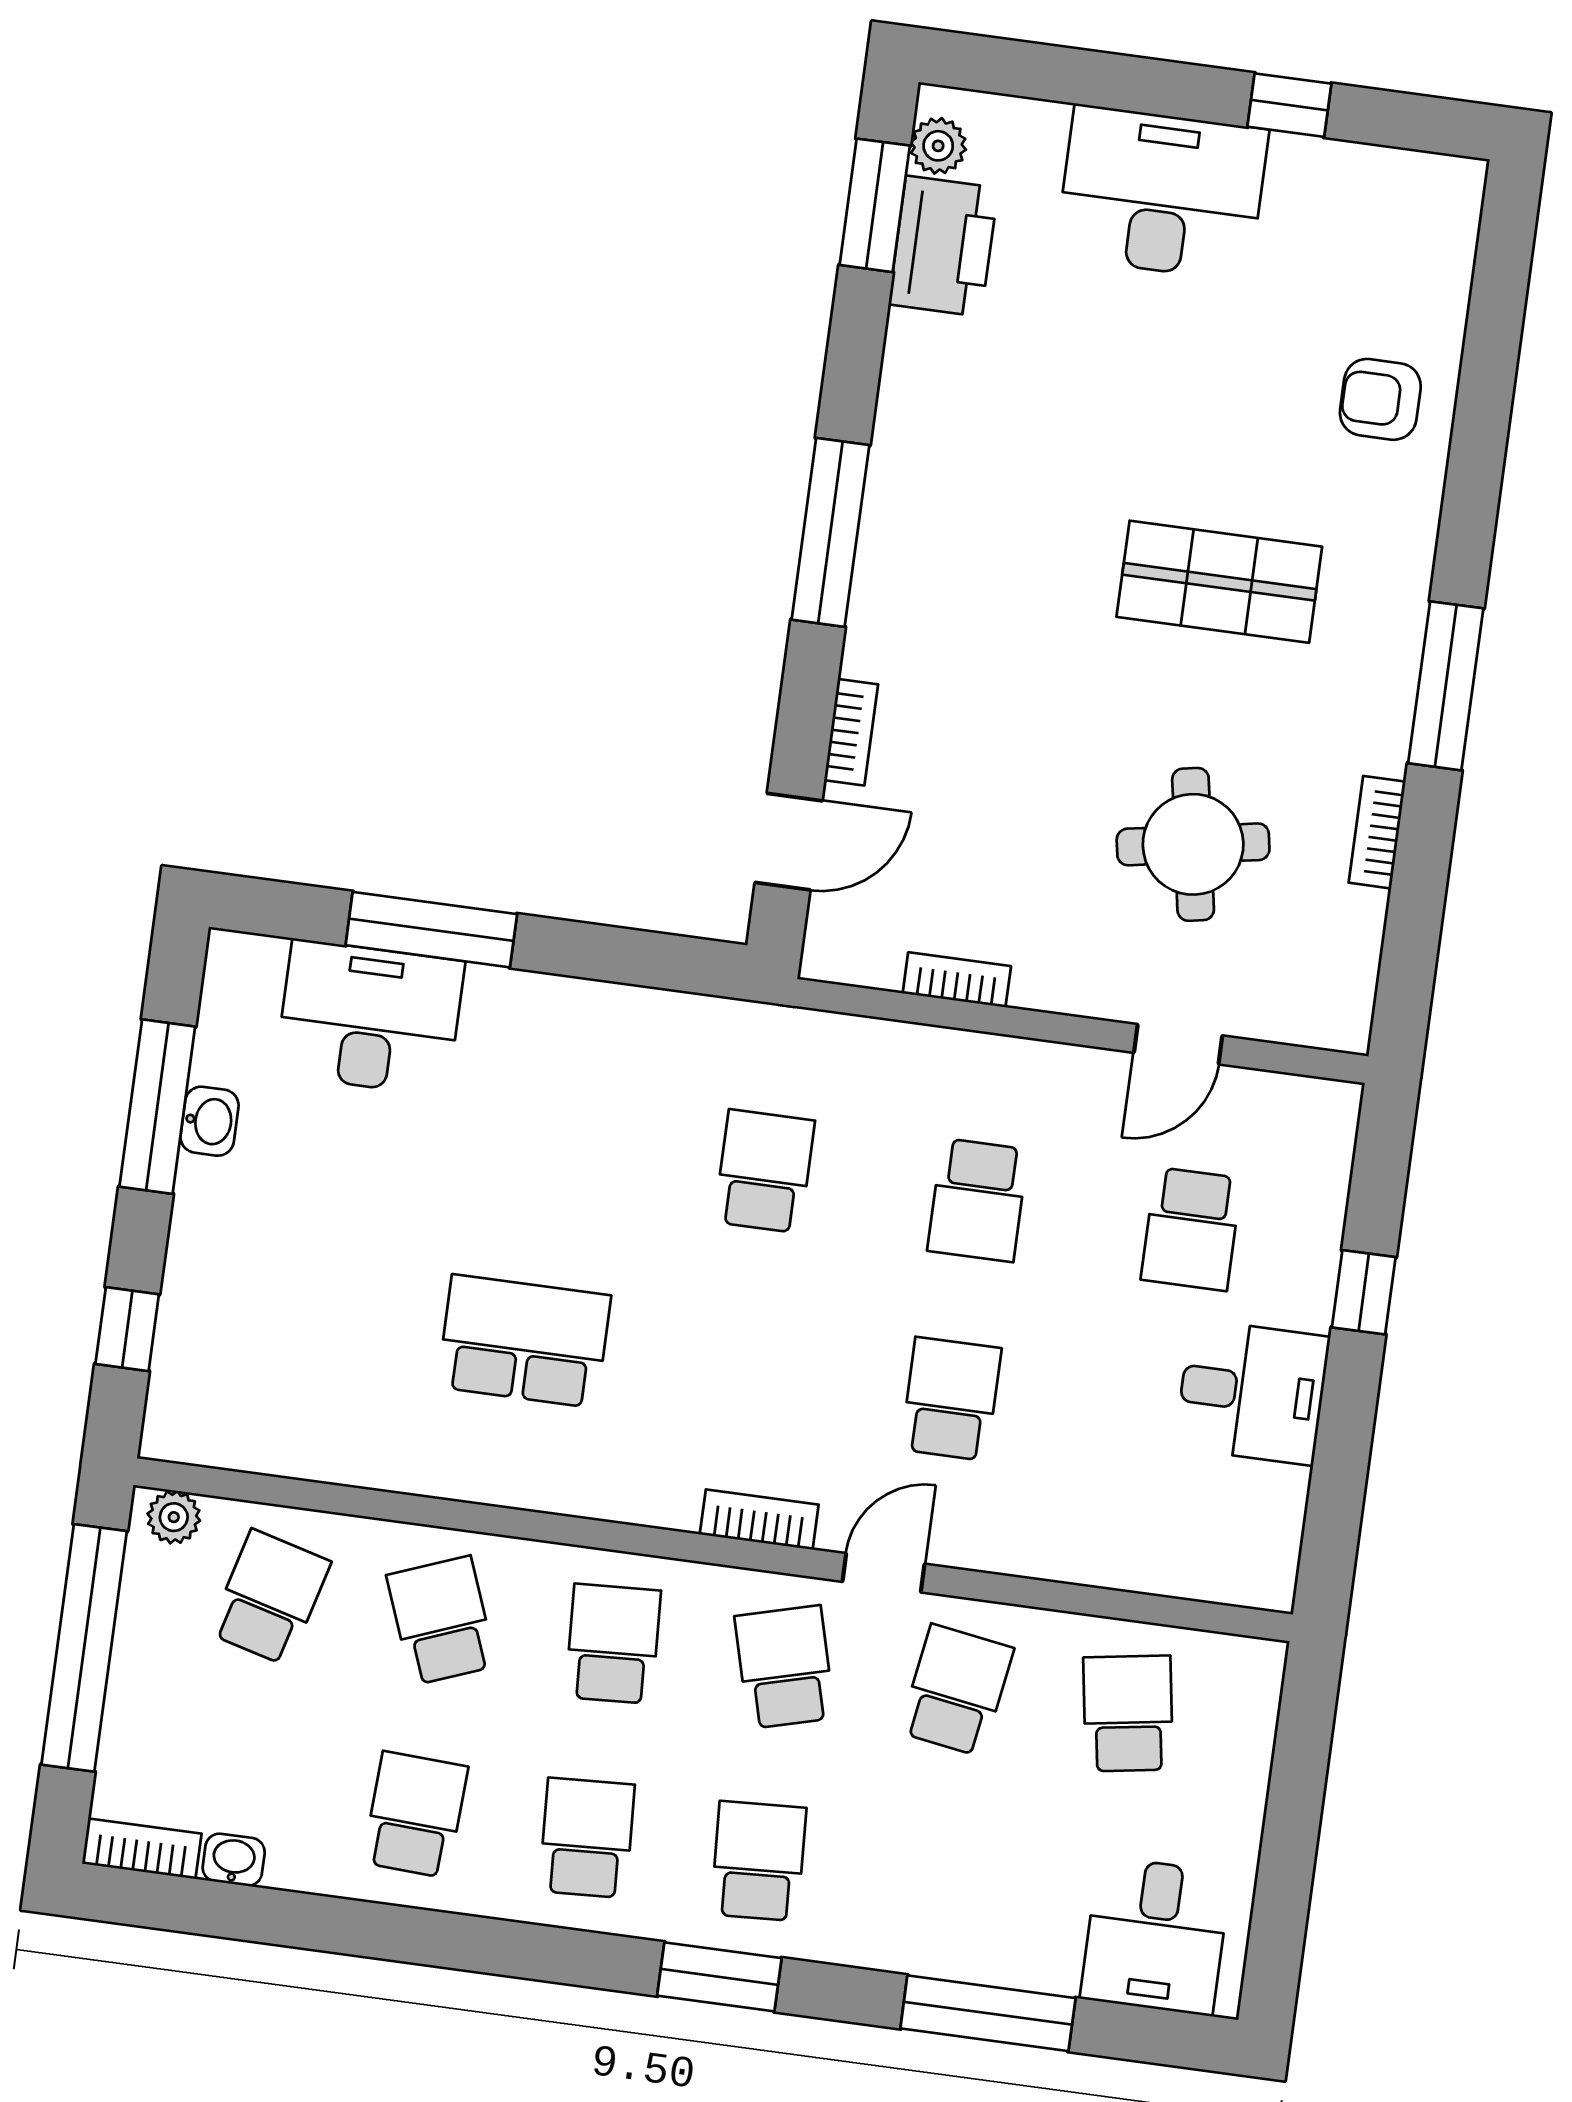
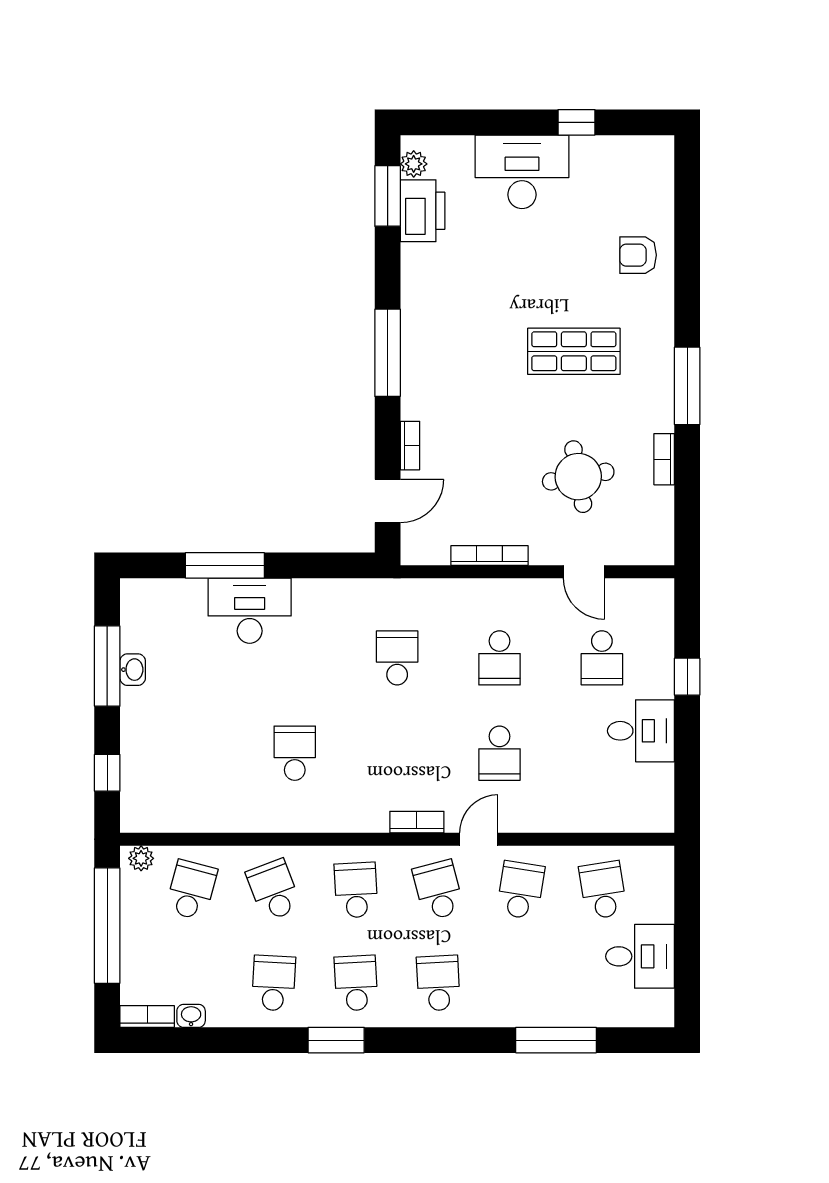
bookcase: (957, 980) -> (489, 555), width x1.56
desk: (370, 1018) -> (250, 611), moved
door: (1178, 1044) -> (584, 572), hinge flipped
school desk: (524, 1341) -> (295, 753), width x0.54
school desk: (951, 1399) -> (499, 753), turned 180
desk: (1156, 1936) -> (640, 956), moved, turned -90
window: (719, 1977) -> (336, 1040), moved

